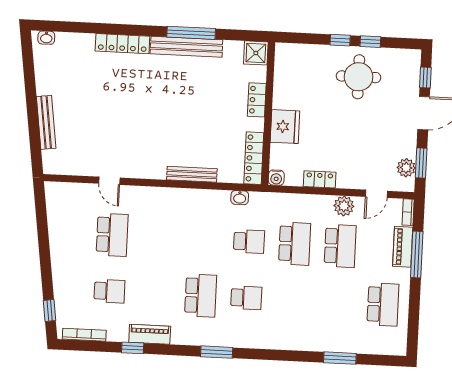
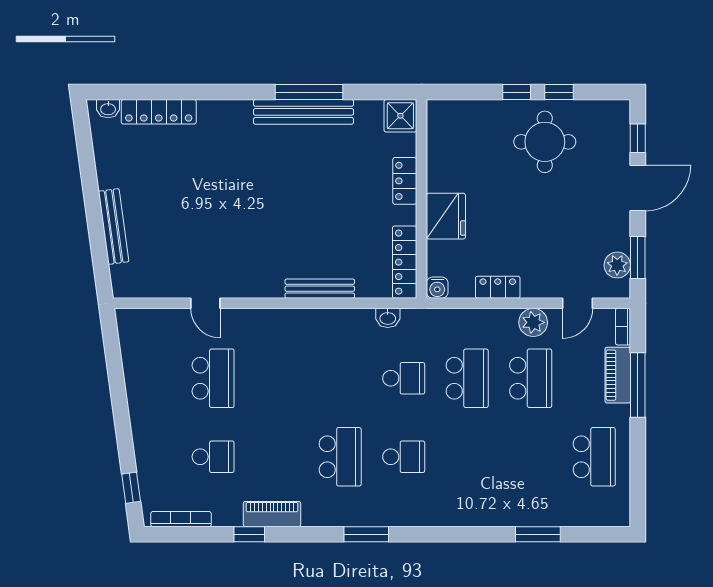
locker: (122, 44) -> (159, 112), moved

